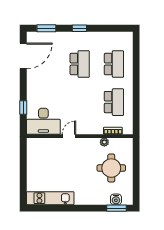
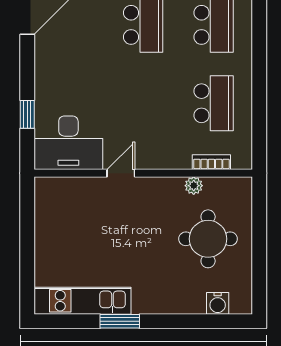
window: (117, 208) -> (120, 321), moved

